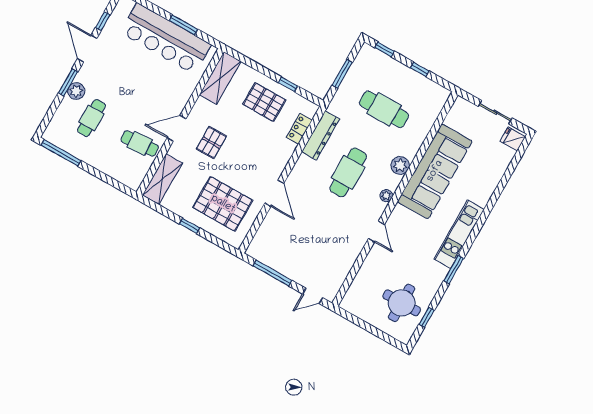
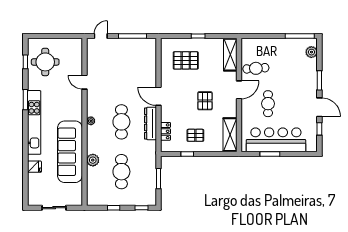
plant: (76, 91) -> (311, 52), moved
pallet: (264, 102) -> (195, 135), width x0.67, depth x0.71
cafe table: (384, 109) -> (121, 172), turned 90
cafe table: (91, 118) -> (268, 104), moved
dresser: (321, 135) -> (150, 123), moved
fridge: (513, 139) -> (34, 167), moved
pallet: (211, 143) -> (205, 101), moved
plant: (400, 165) -> (93, 160), moved
door: (274, 193) -> (158, 96), moved
pallet: (223, 204) -> (186, 60), width x0.73, depth x0.71
door: (376, 232) -> (84, 82), moved
kitchen unit: (459, 234) -> (34, 122), width x1.36

